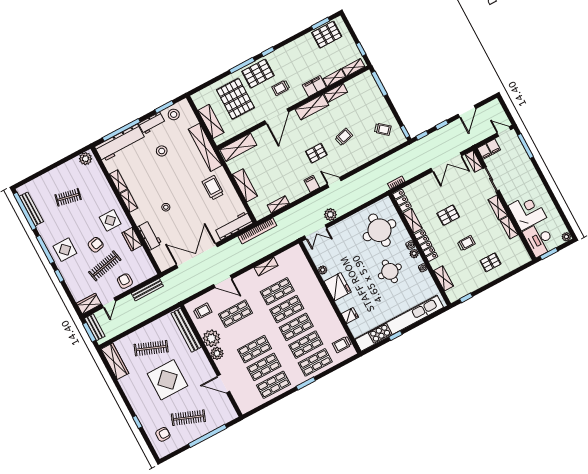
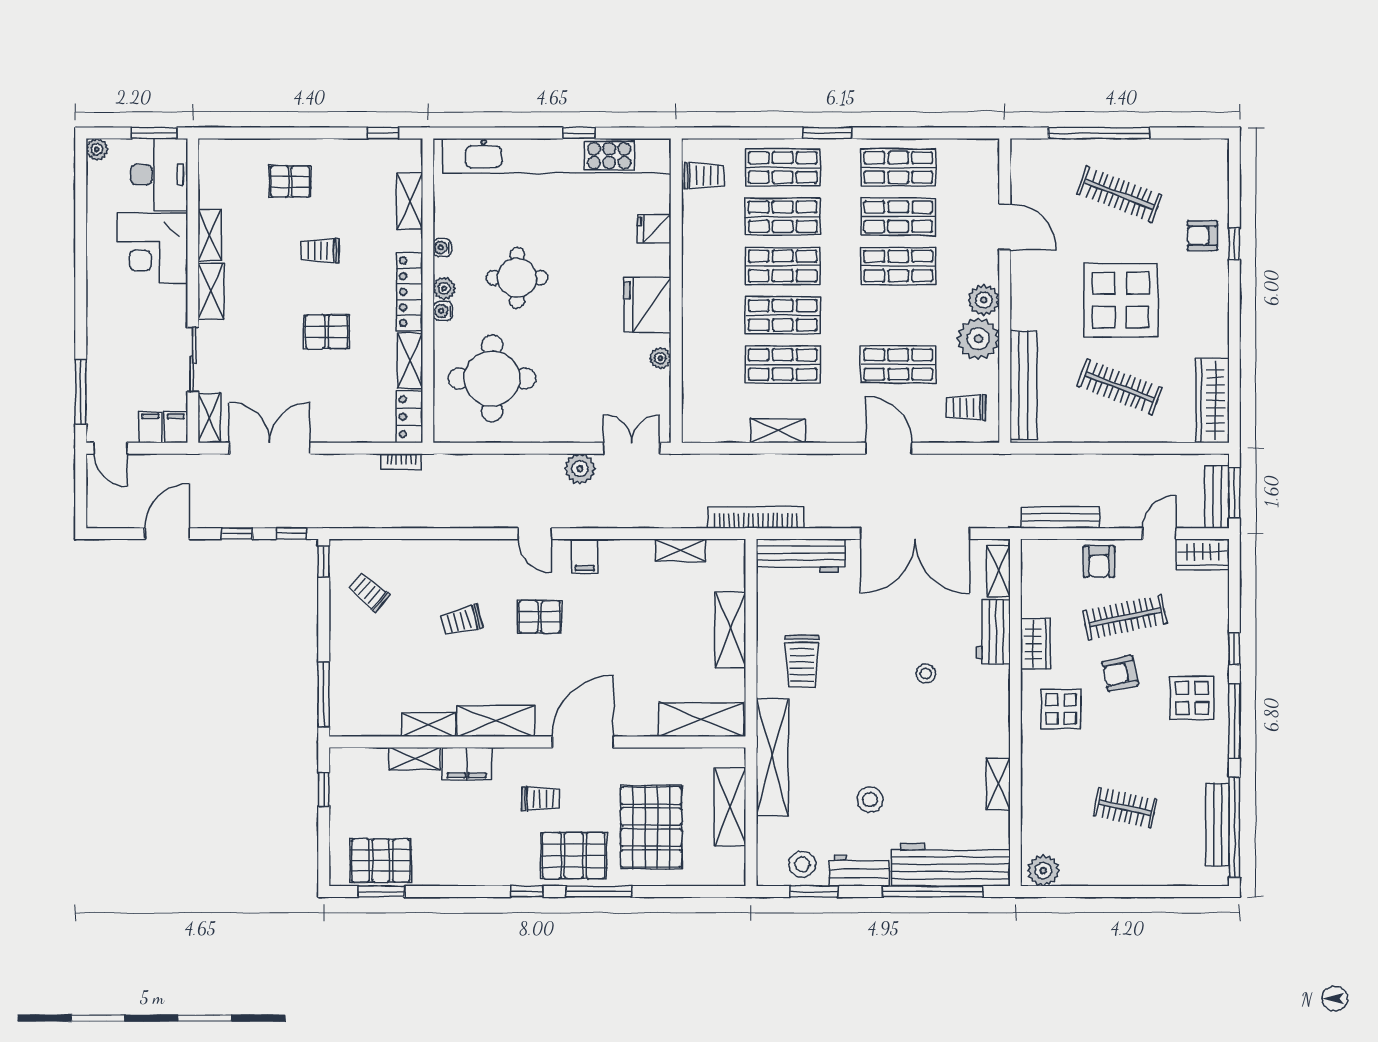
shelving: (353, 67) -> (361, 759), removed
shelving: (129, 201) -> (998, 571), moved
armchair: (163, 434) -> (1202, 235), moved

